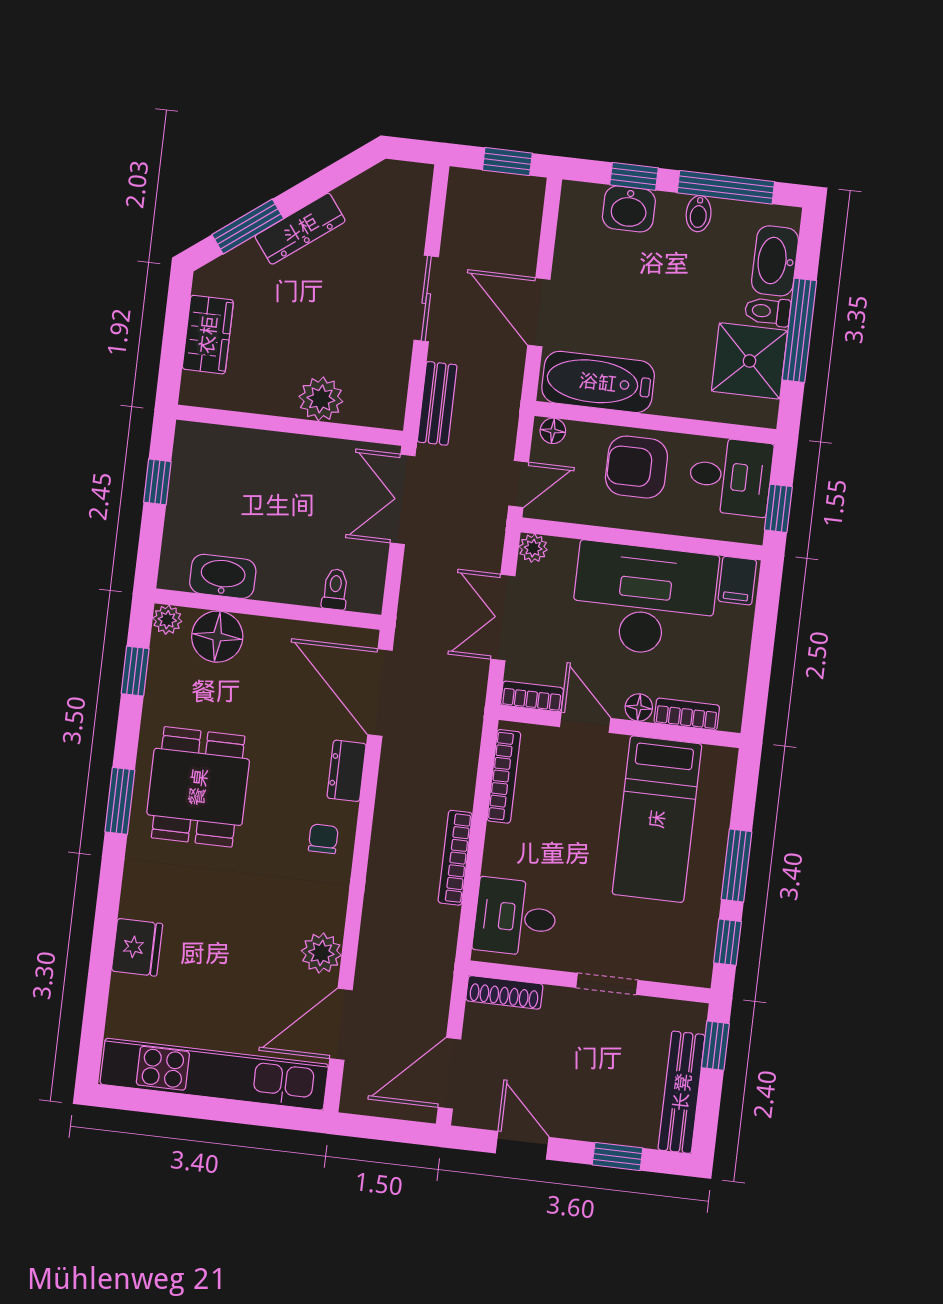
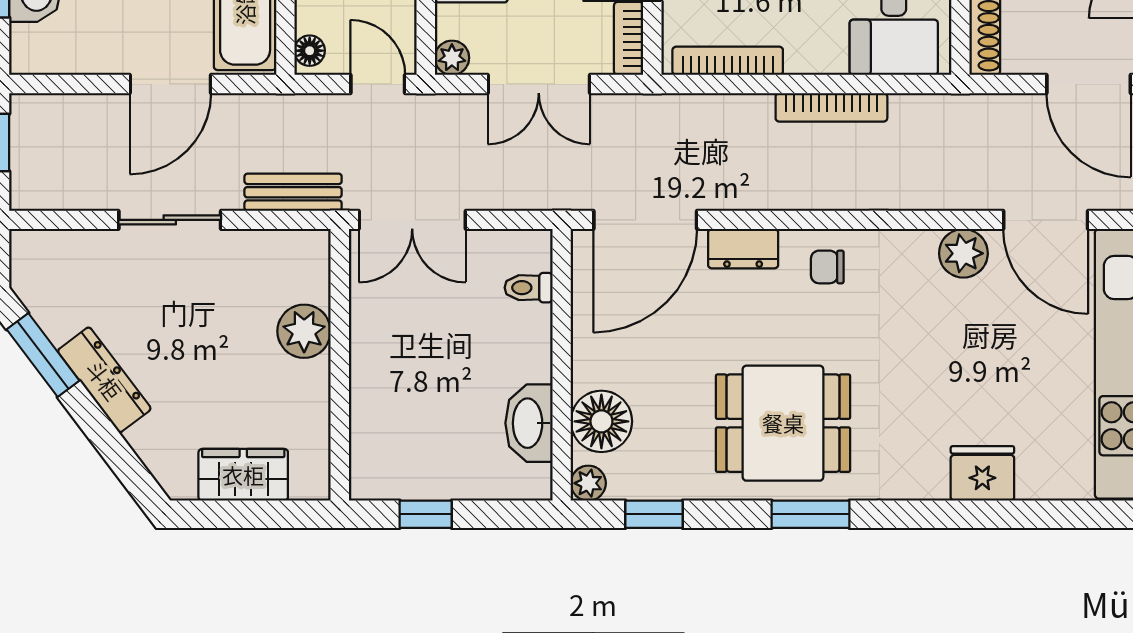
window: (248, 227) -> (43, 355), moved

